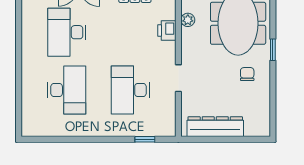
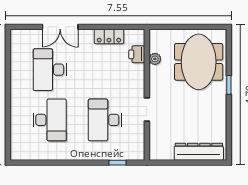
printer: (167, 30) -> (137, 54), moved
chair: (247, 74) -> (207, 106), removed
dresser: (215, 127) -> (199, 152), moved

